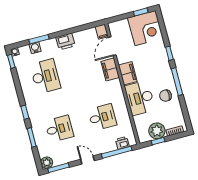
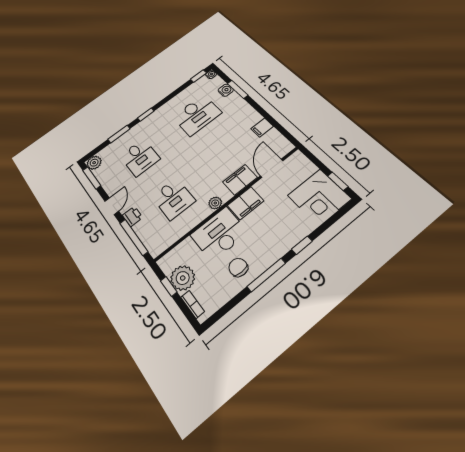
filing cabinet: (102, 32) -> (262, 128), moved
printer: (65, 42) -> (249, 116), removed
door: (112, 46) -> (272, 168), hinge flipped
plant: (118, 92) -> (215, 203), added
printer: (122, 143) -> (132, 216), moved

